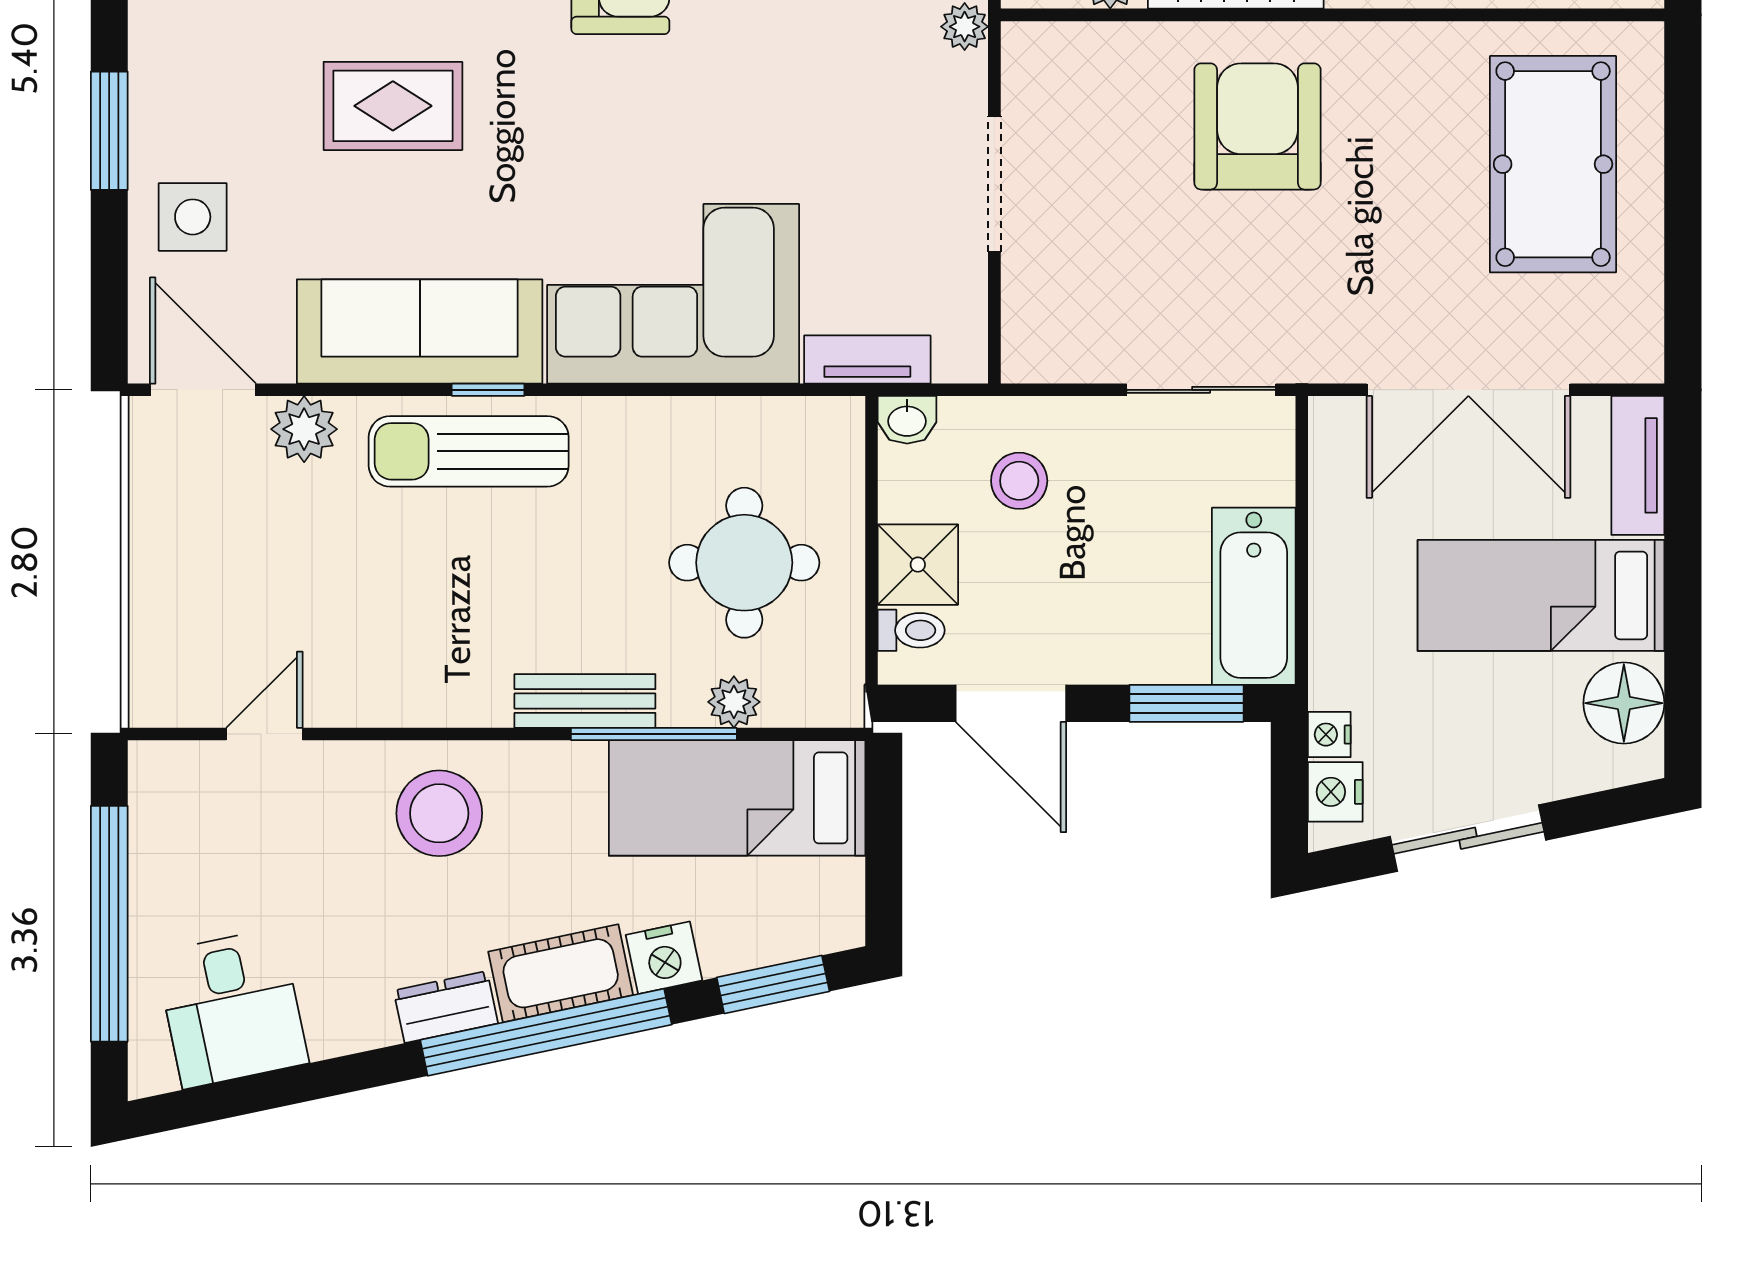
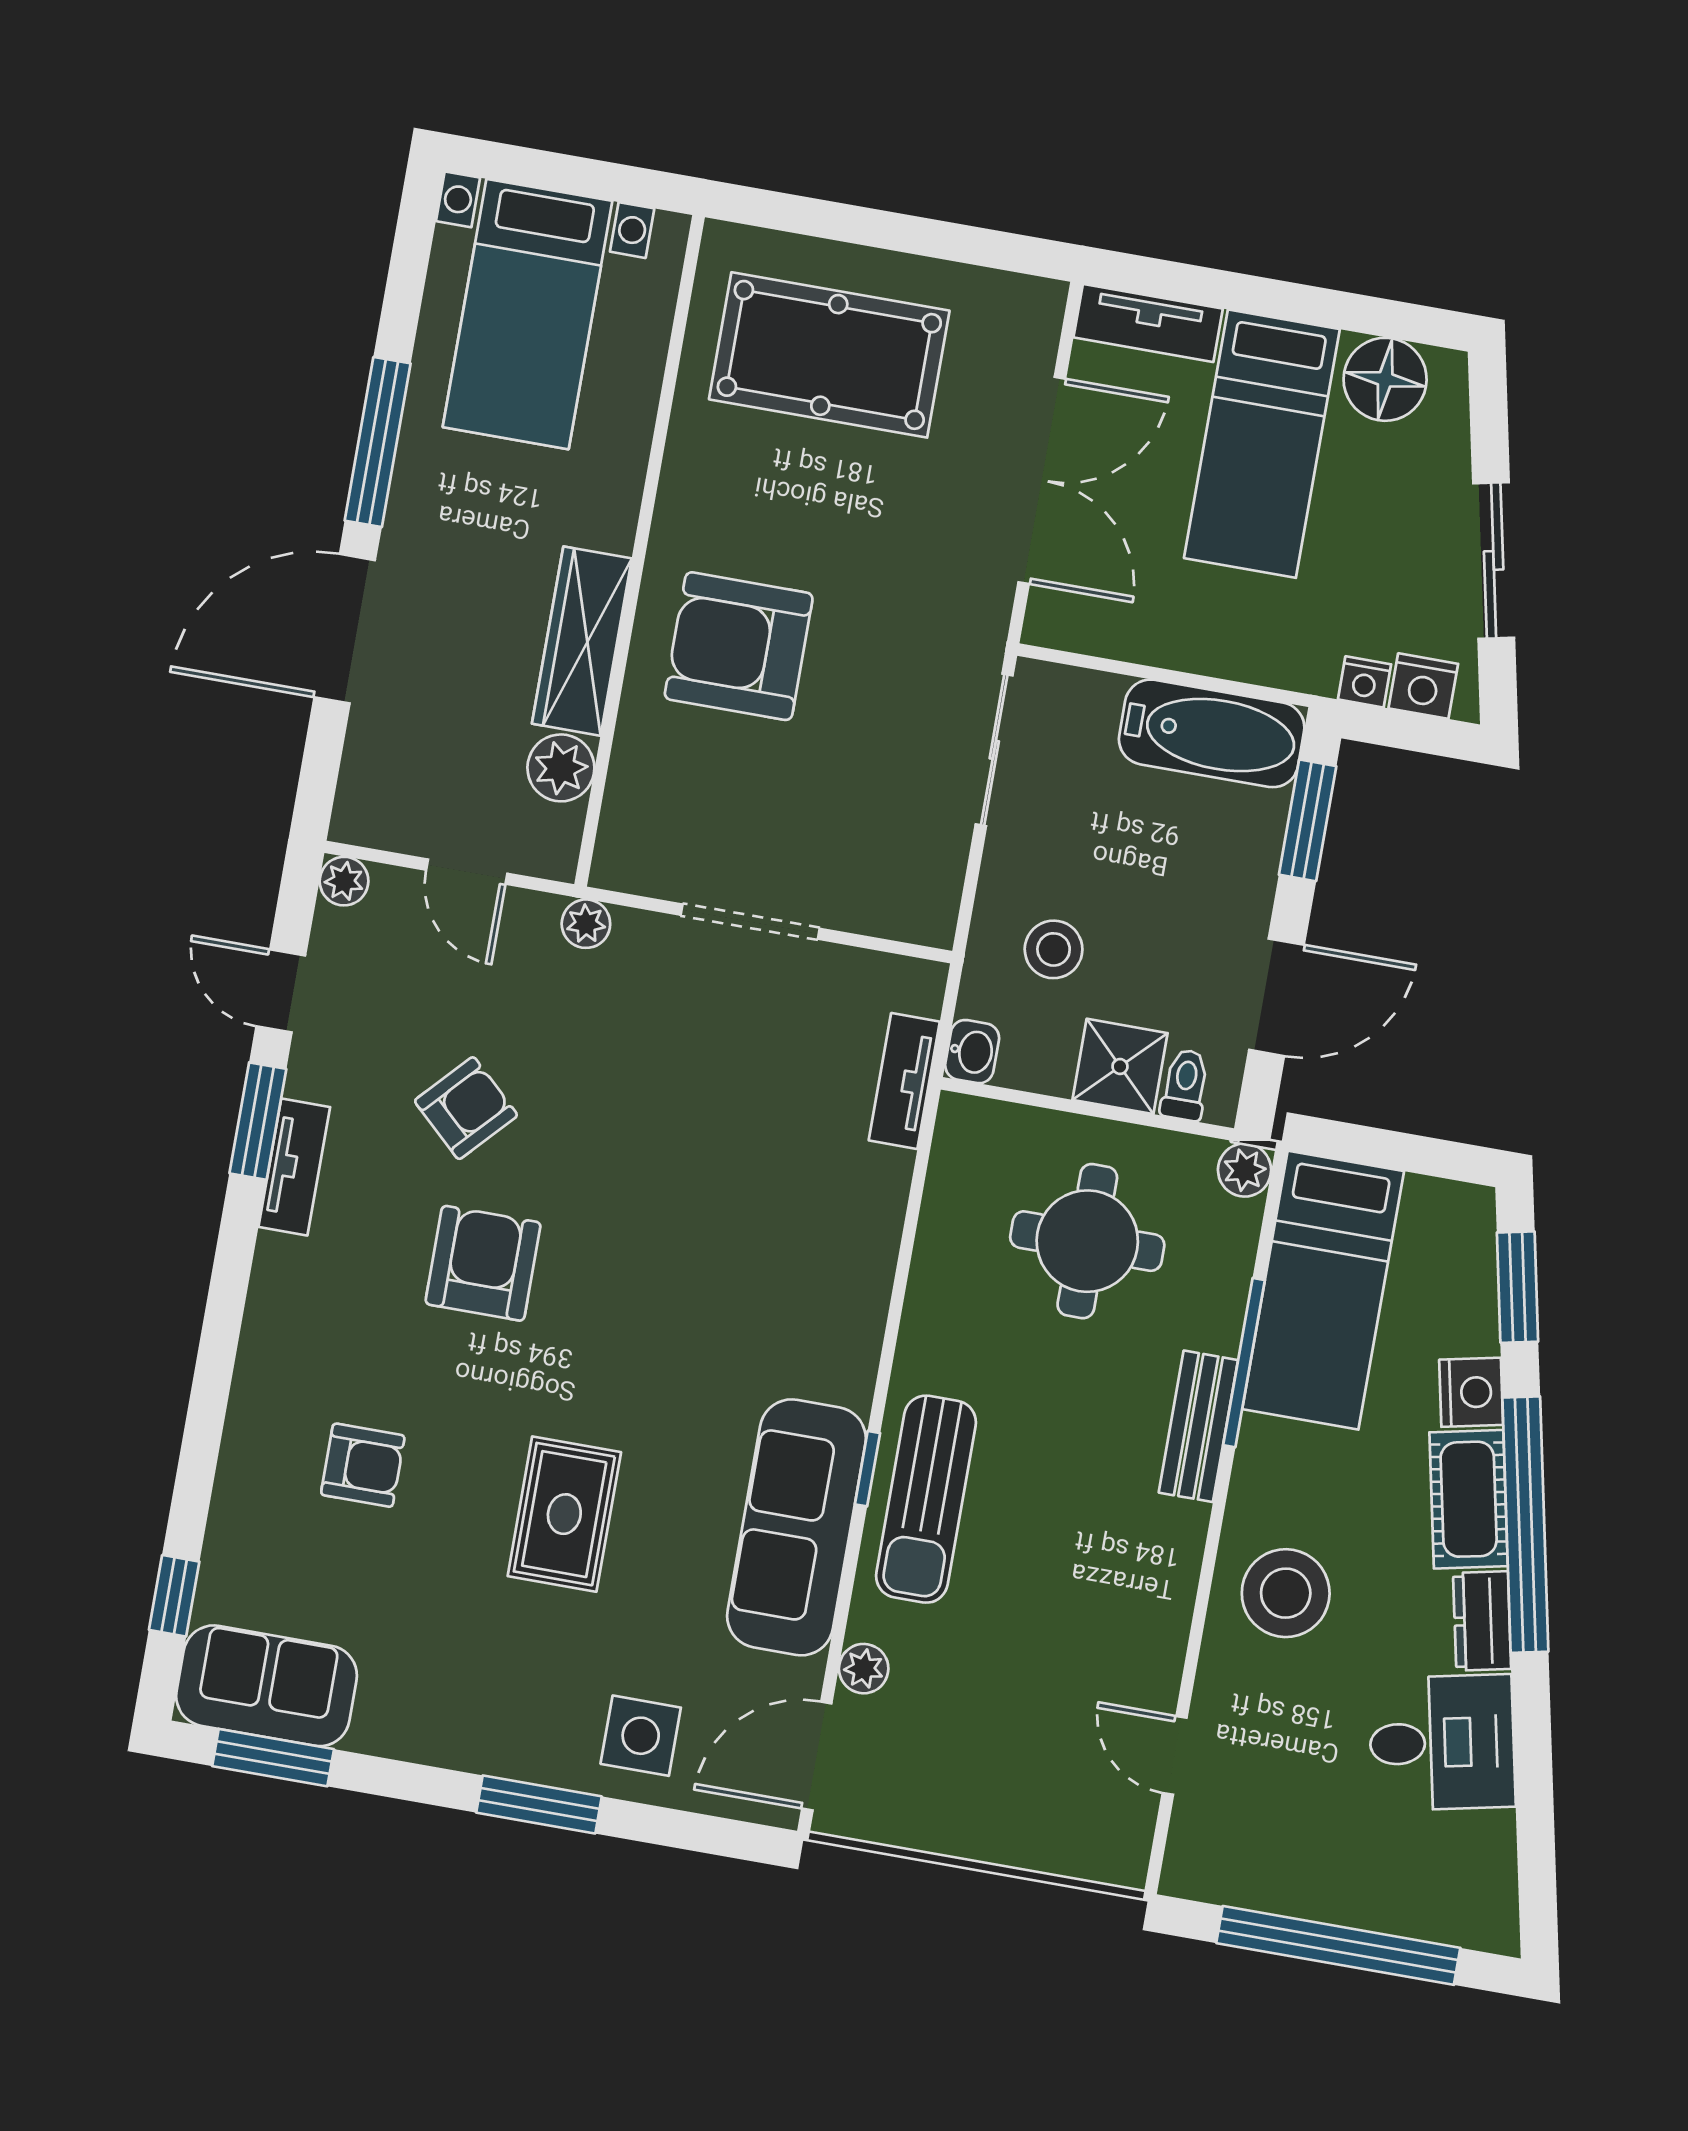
corner sofa: (673, 294) -> (804, 1265), removed
plant: (304, 429) -> (864, 1669), width x0.73, depth x0.73
plant: (734, 702) -> (1245, 1170), moved
desk: (232, 1008) -> (1442, 1743), moved

